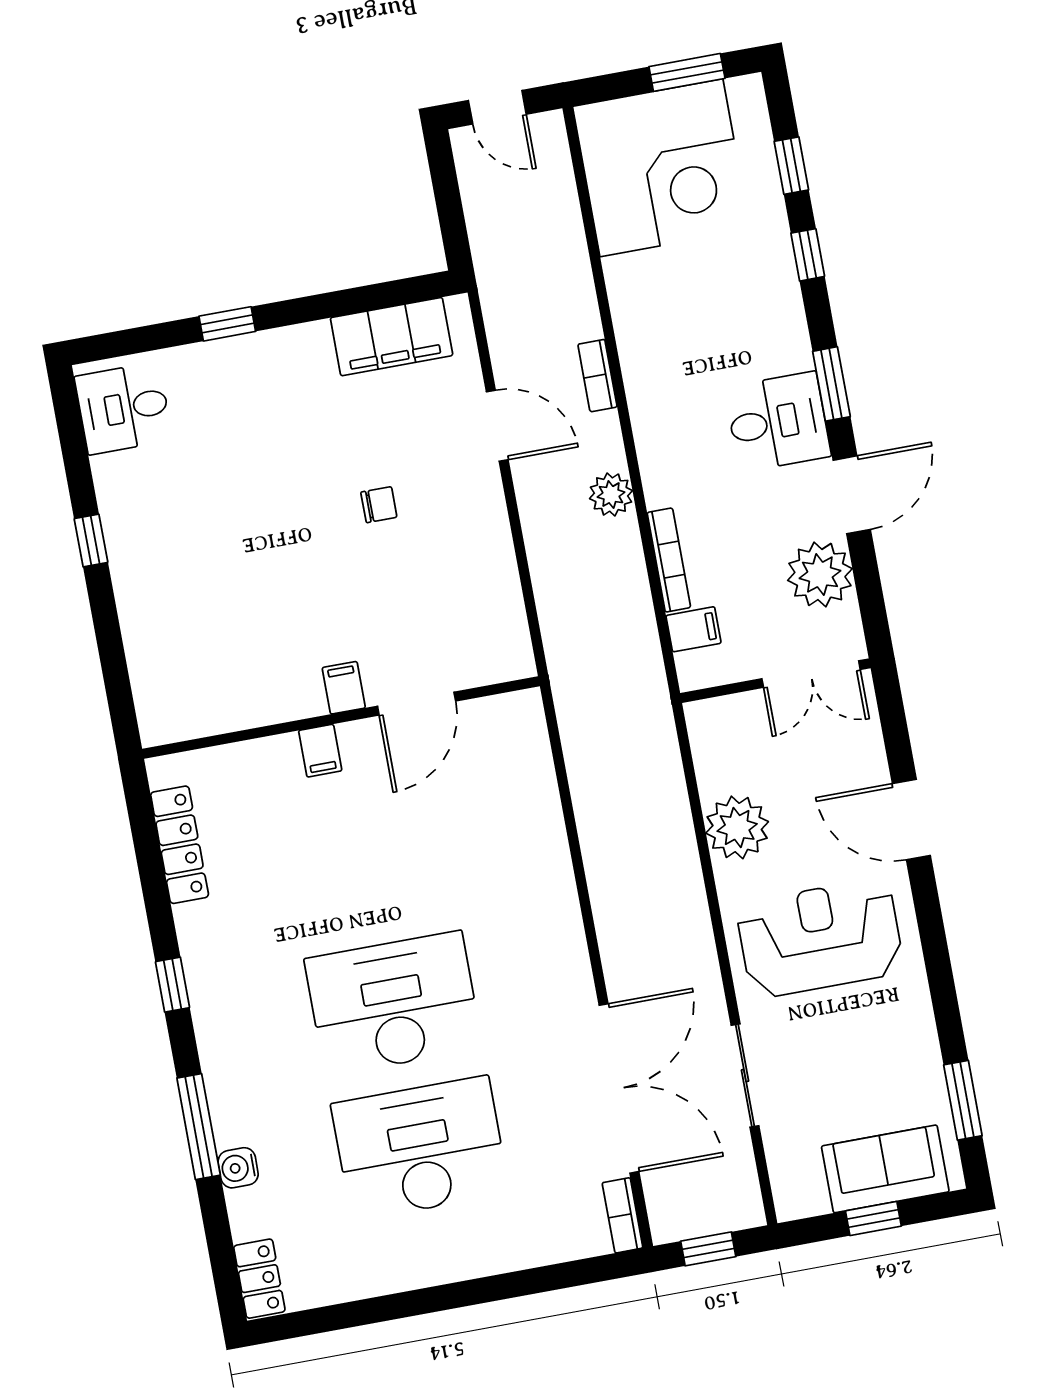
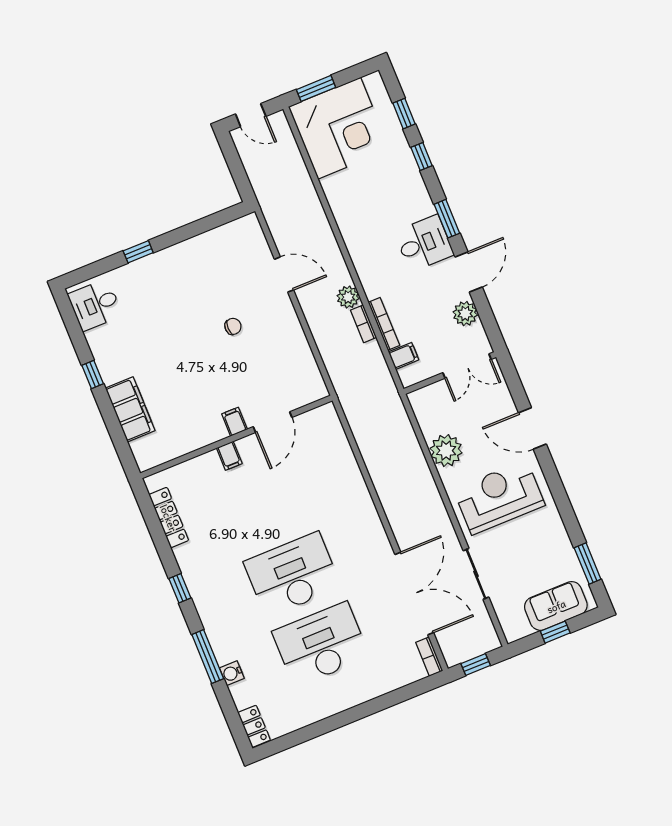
window: (687, 72) -> (316, 88), moved
filing cabinet: (392, 337) -> (130, 409), moved, turned -90
bookcase: (597, 376) -> (364, 324), moved
plant: (820, 574) -> (465, 314), width x0.73, depth x0.73

